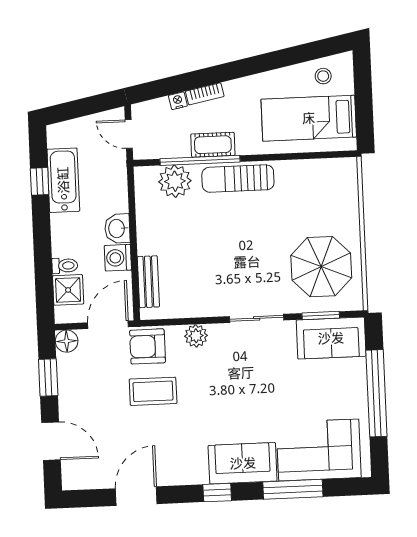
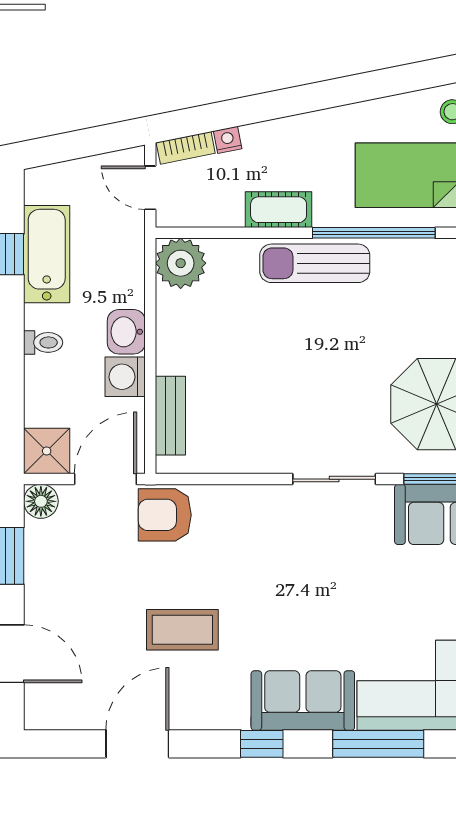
bookcase: (205, 94) -> (186, 148), moved
window: (200, 160) -> (374, 233), moved
plant: (175, 181) -> (181, 263), moved
toilet: (65, 266) -> (43, 342), moved
shower: (68, 290) -> (47, 451), moved
plant: (196, 336) -> (240, 502), removed
coffee table: (153, 391) -> (182, 630), moved

